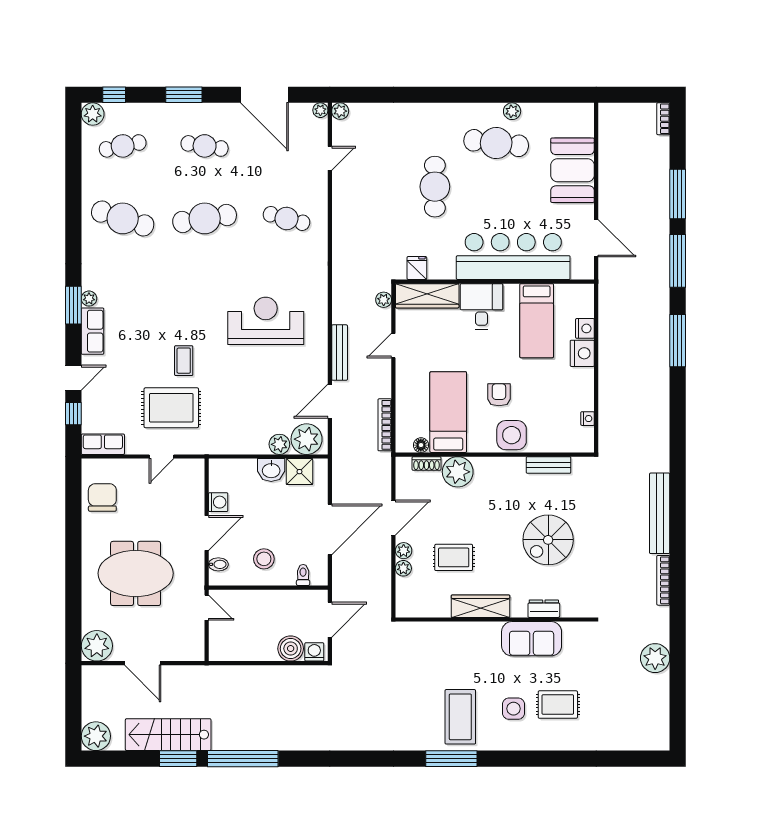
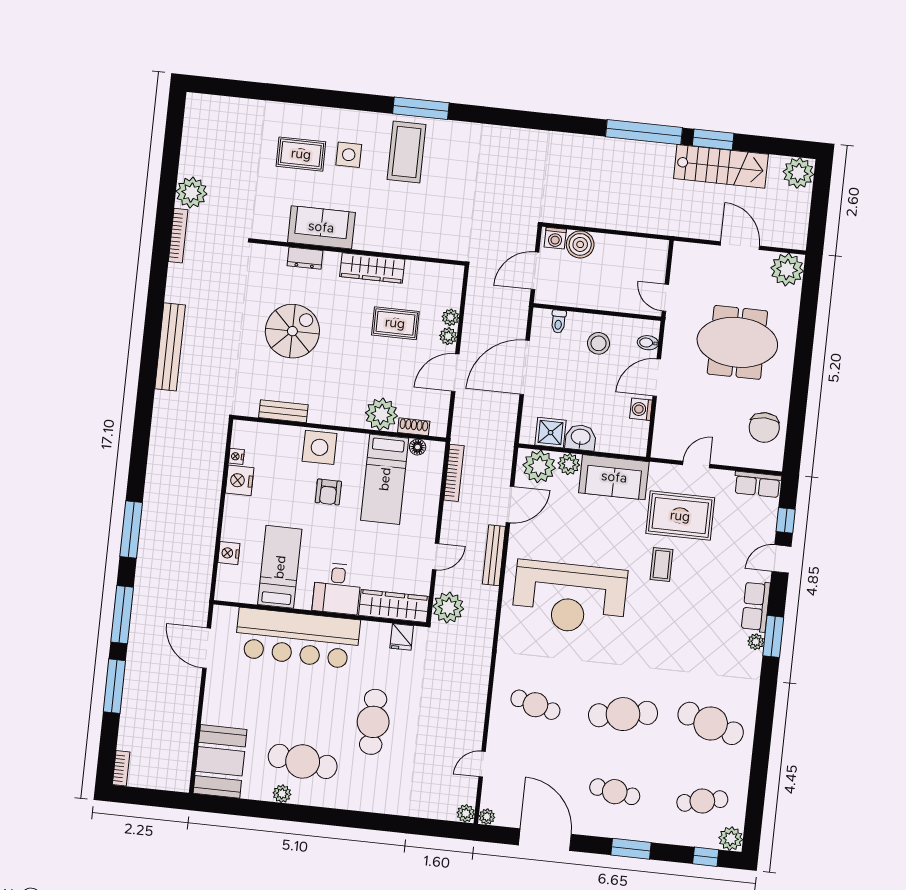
booth: (572, 170) -> (220, 761), moved
plant: (384, 300) -> (448, 608), width x1.87, depth x1.87
reception desk: (266, 321) -> (569, 598), width x1.36, depth x1.30
nightstand: (582, 353) -> (240, 480), moved
sofa: (237, 437) -> (614, 477), added
bookcase: (663, 580) -> (178, 236), moved

